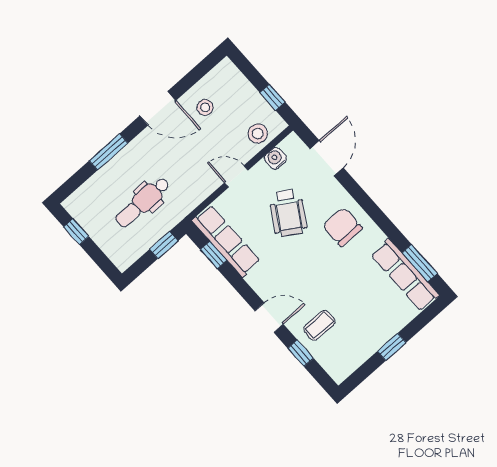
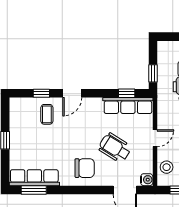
water cooler: (276, 158) -> (147, 180), moved

